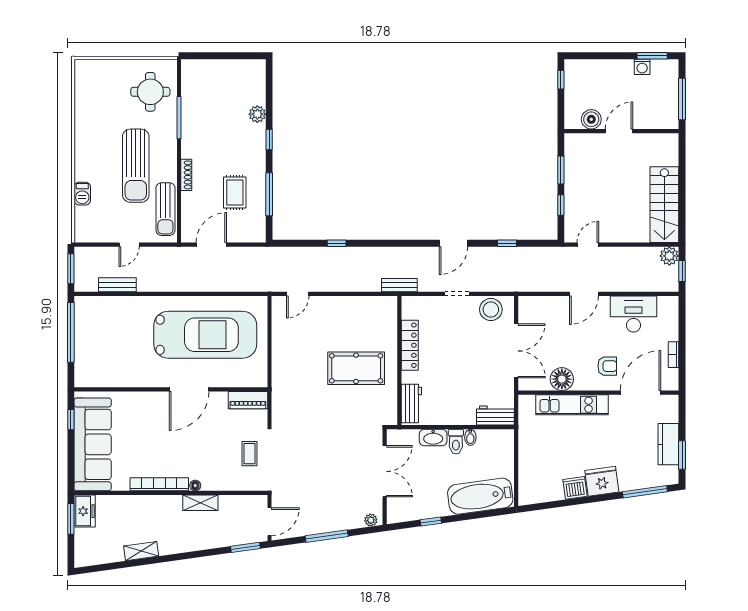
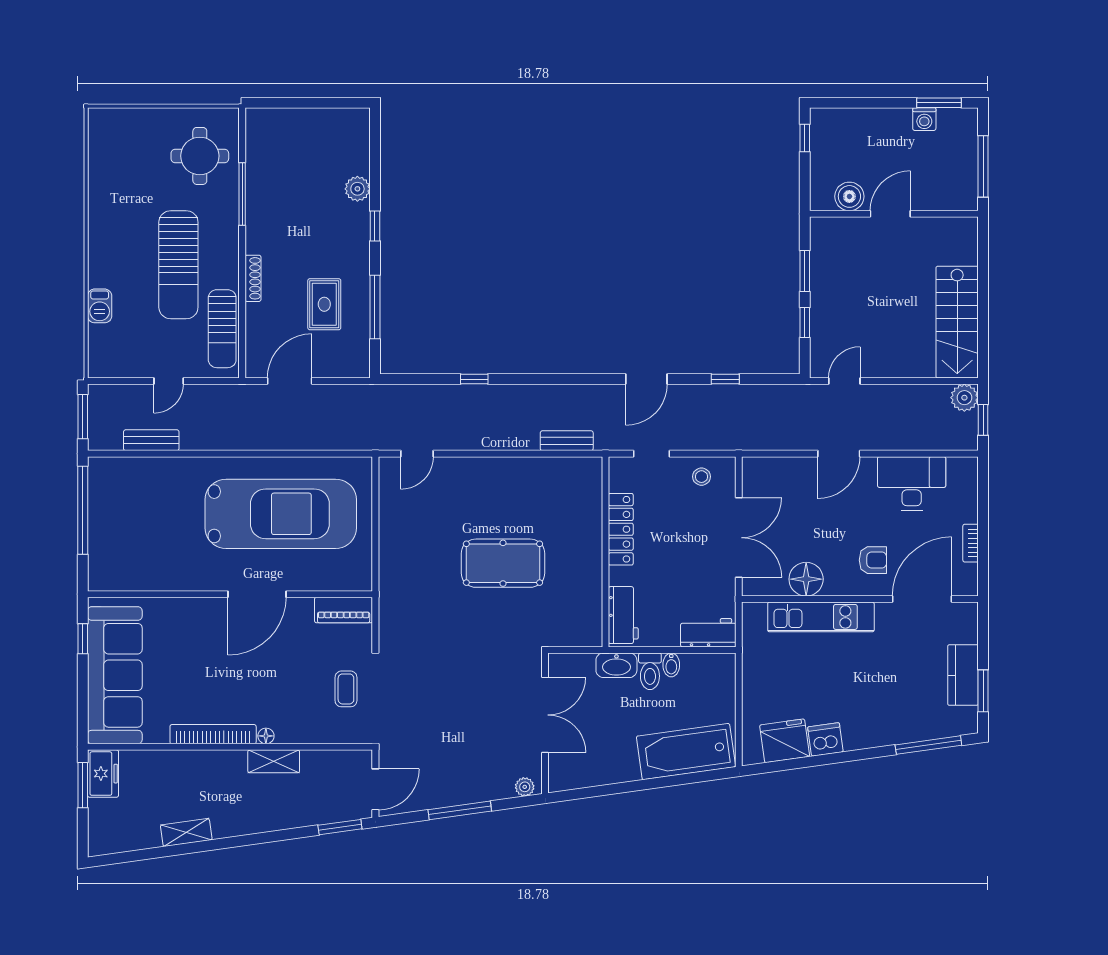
stool: (491, 309) -> (701, 477), width x0.53, depth x0.53
locker: (410, 345) -> (621, 529), moved
wall: (399, 361) -> (606, 552), moved
workbench: (411, 403) -> (623, 615), moved
fridge: (602, 481) -> (785, 741), moved
window: (431, 522) -> (613, 789), removed

